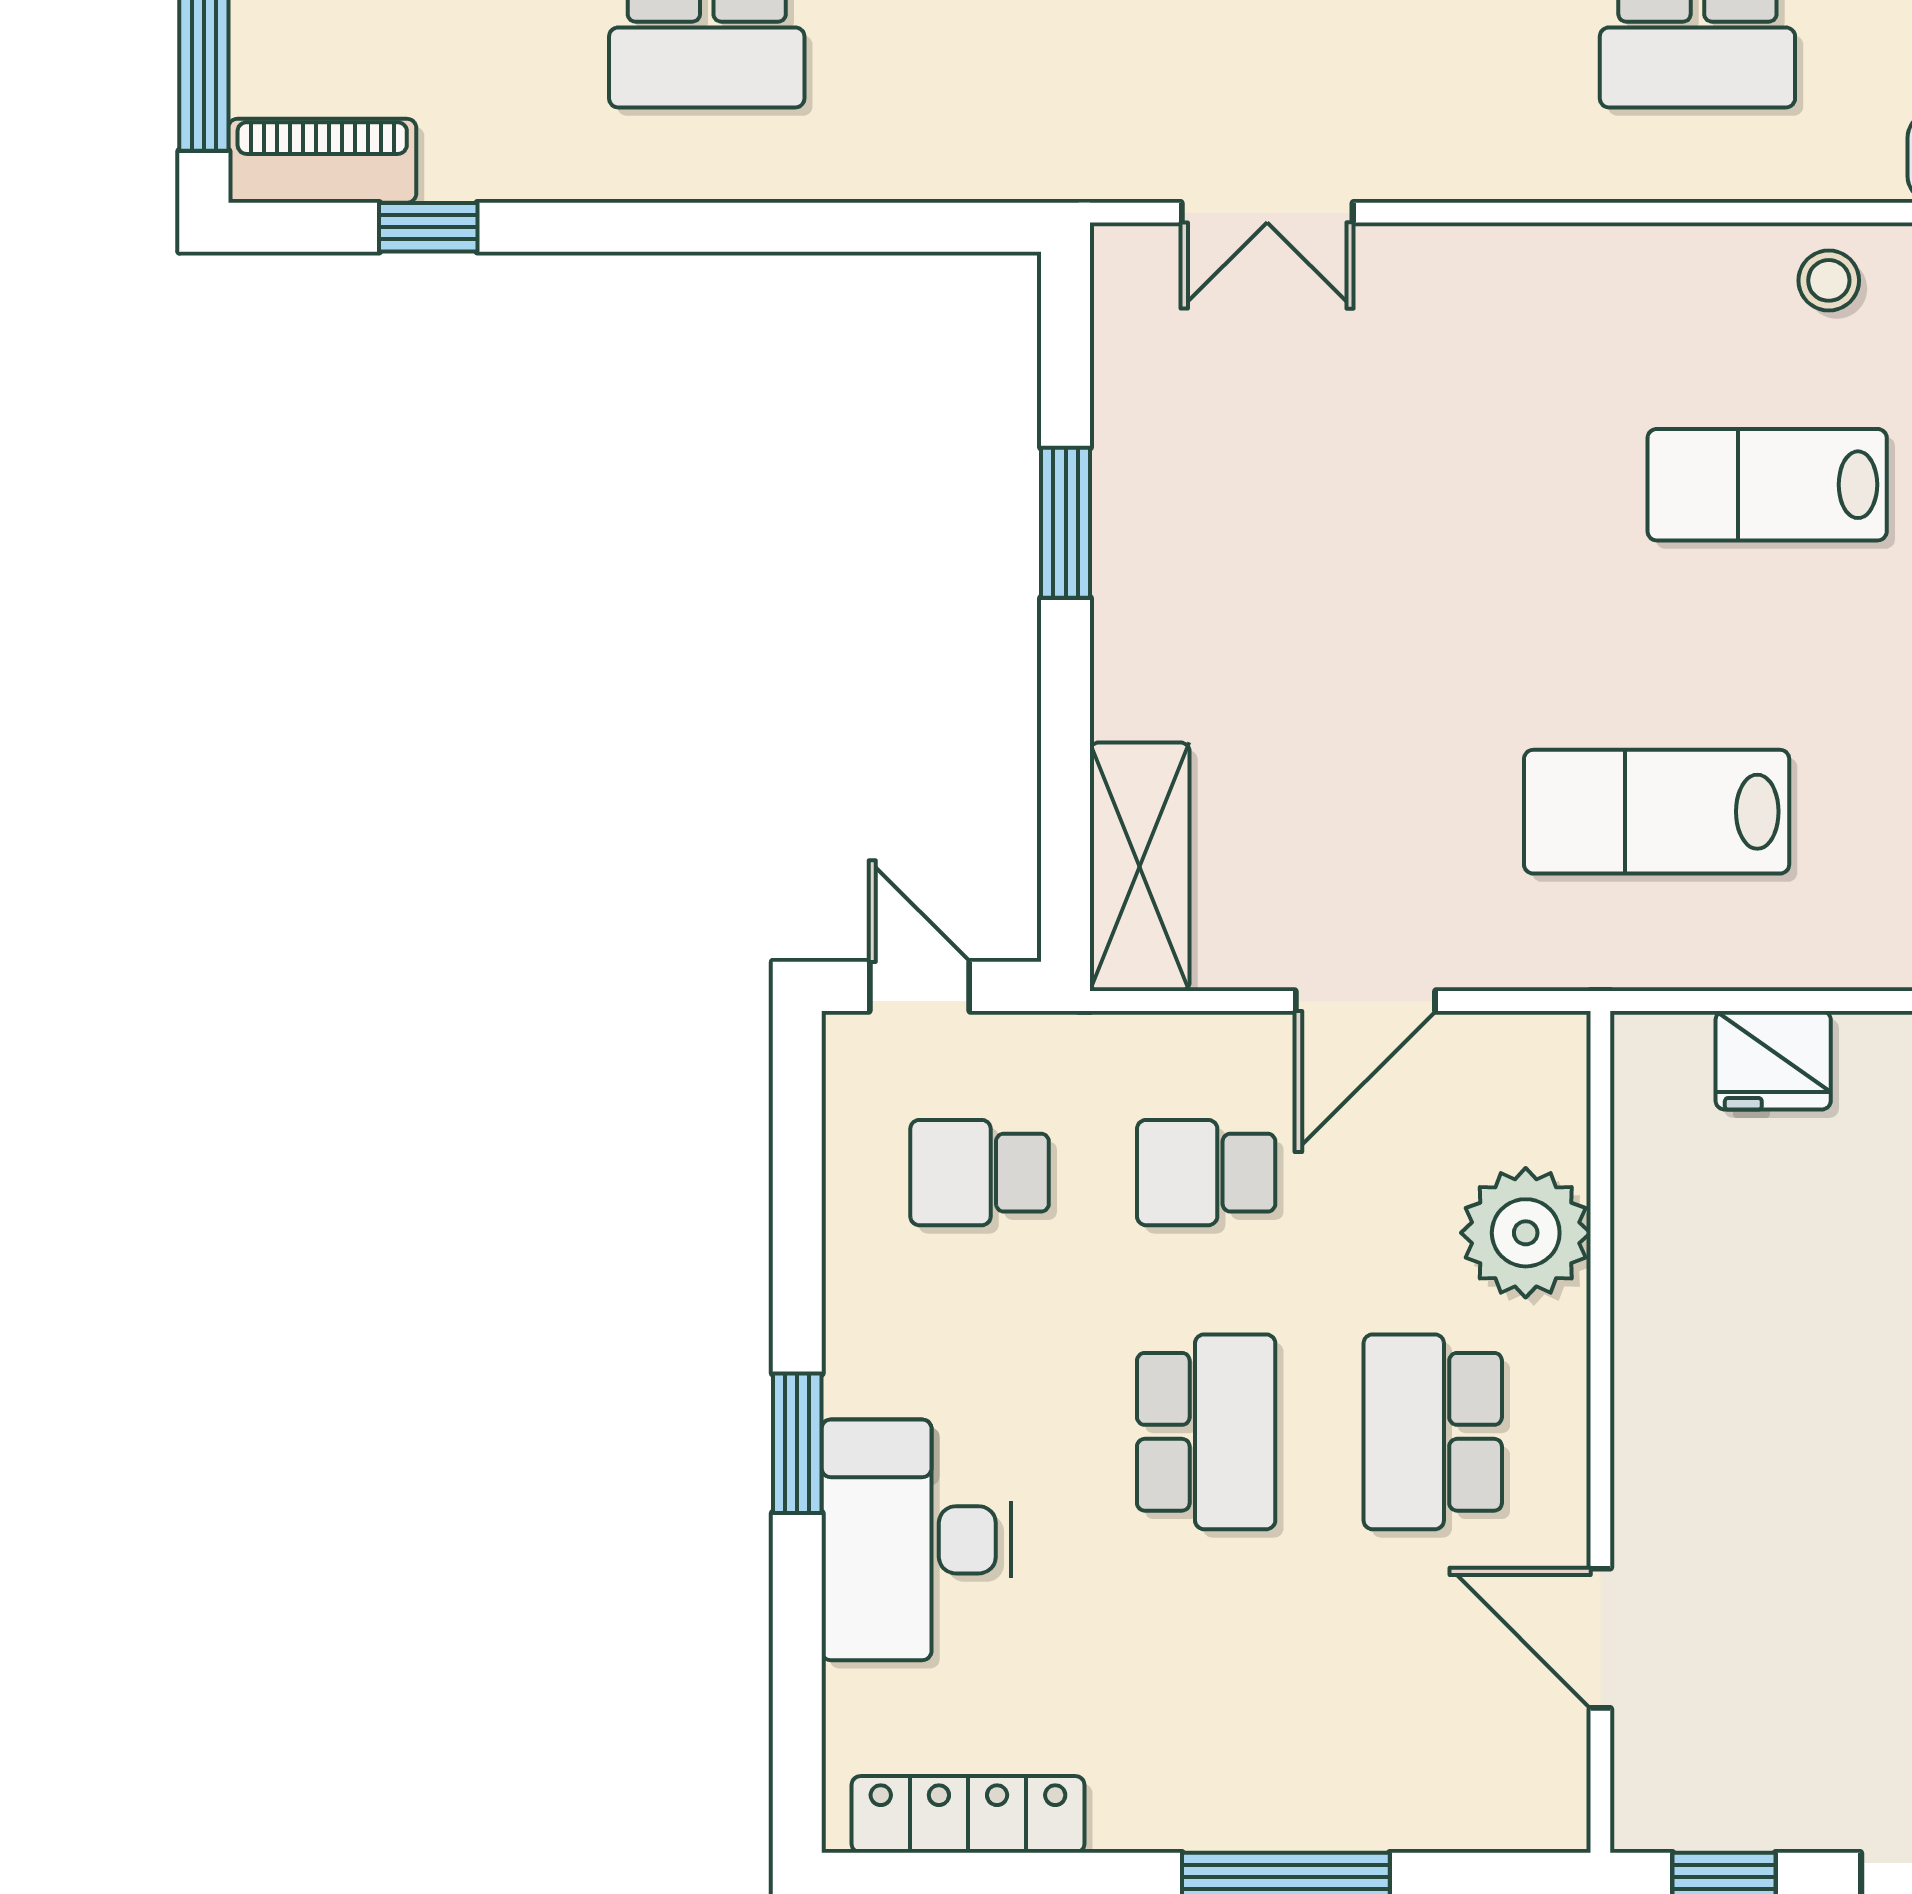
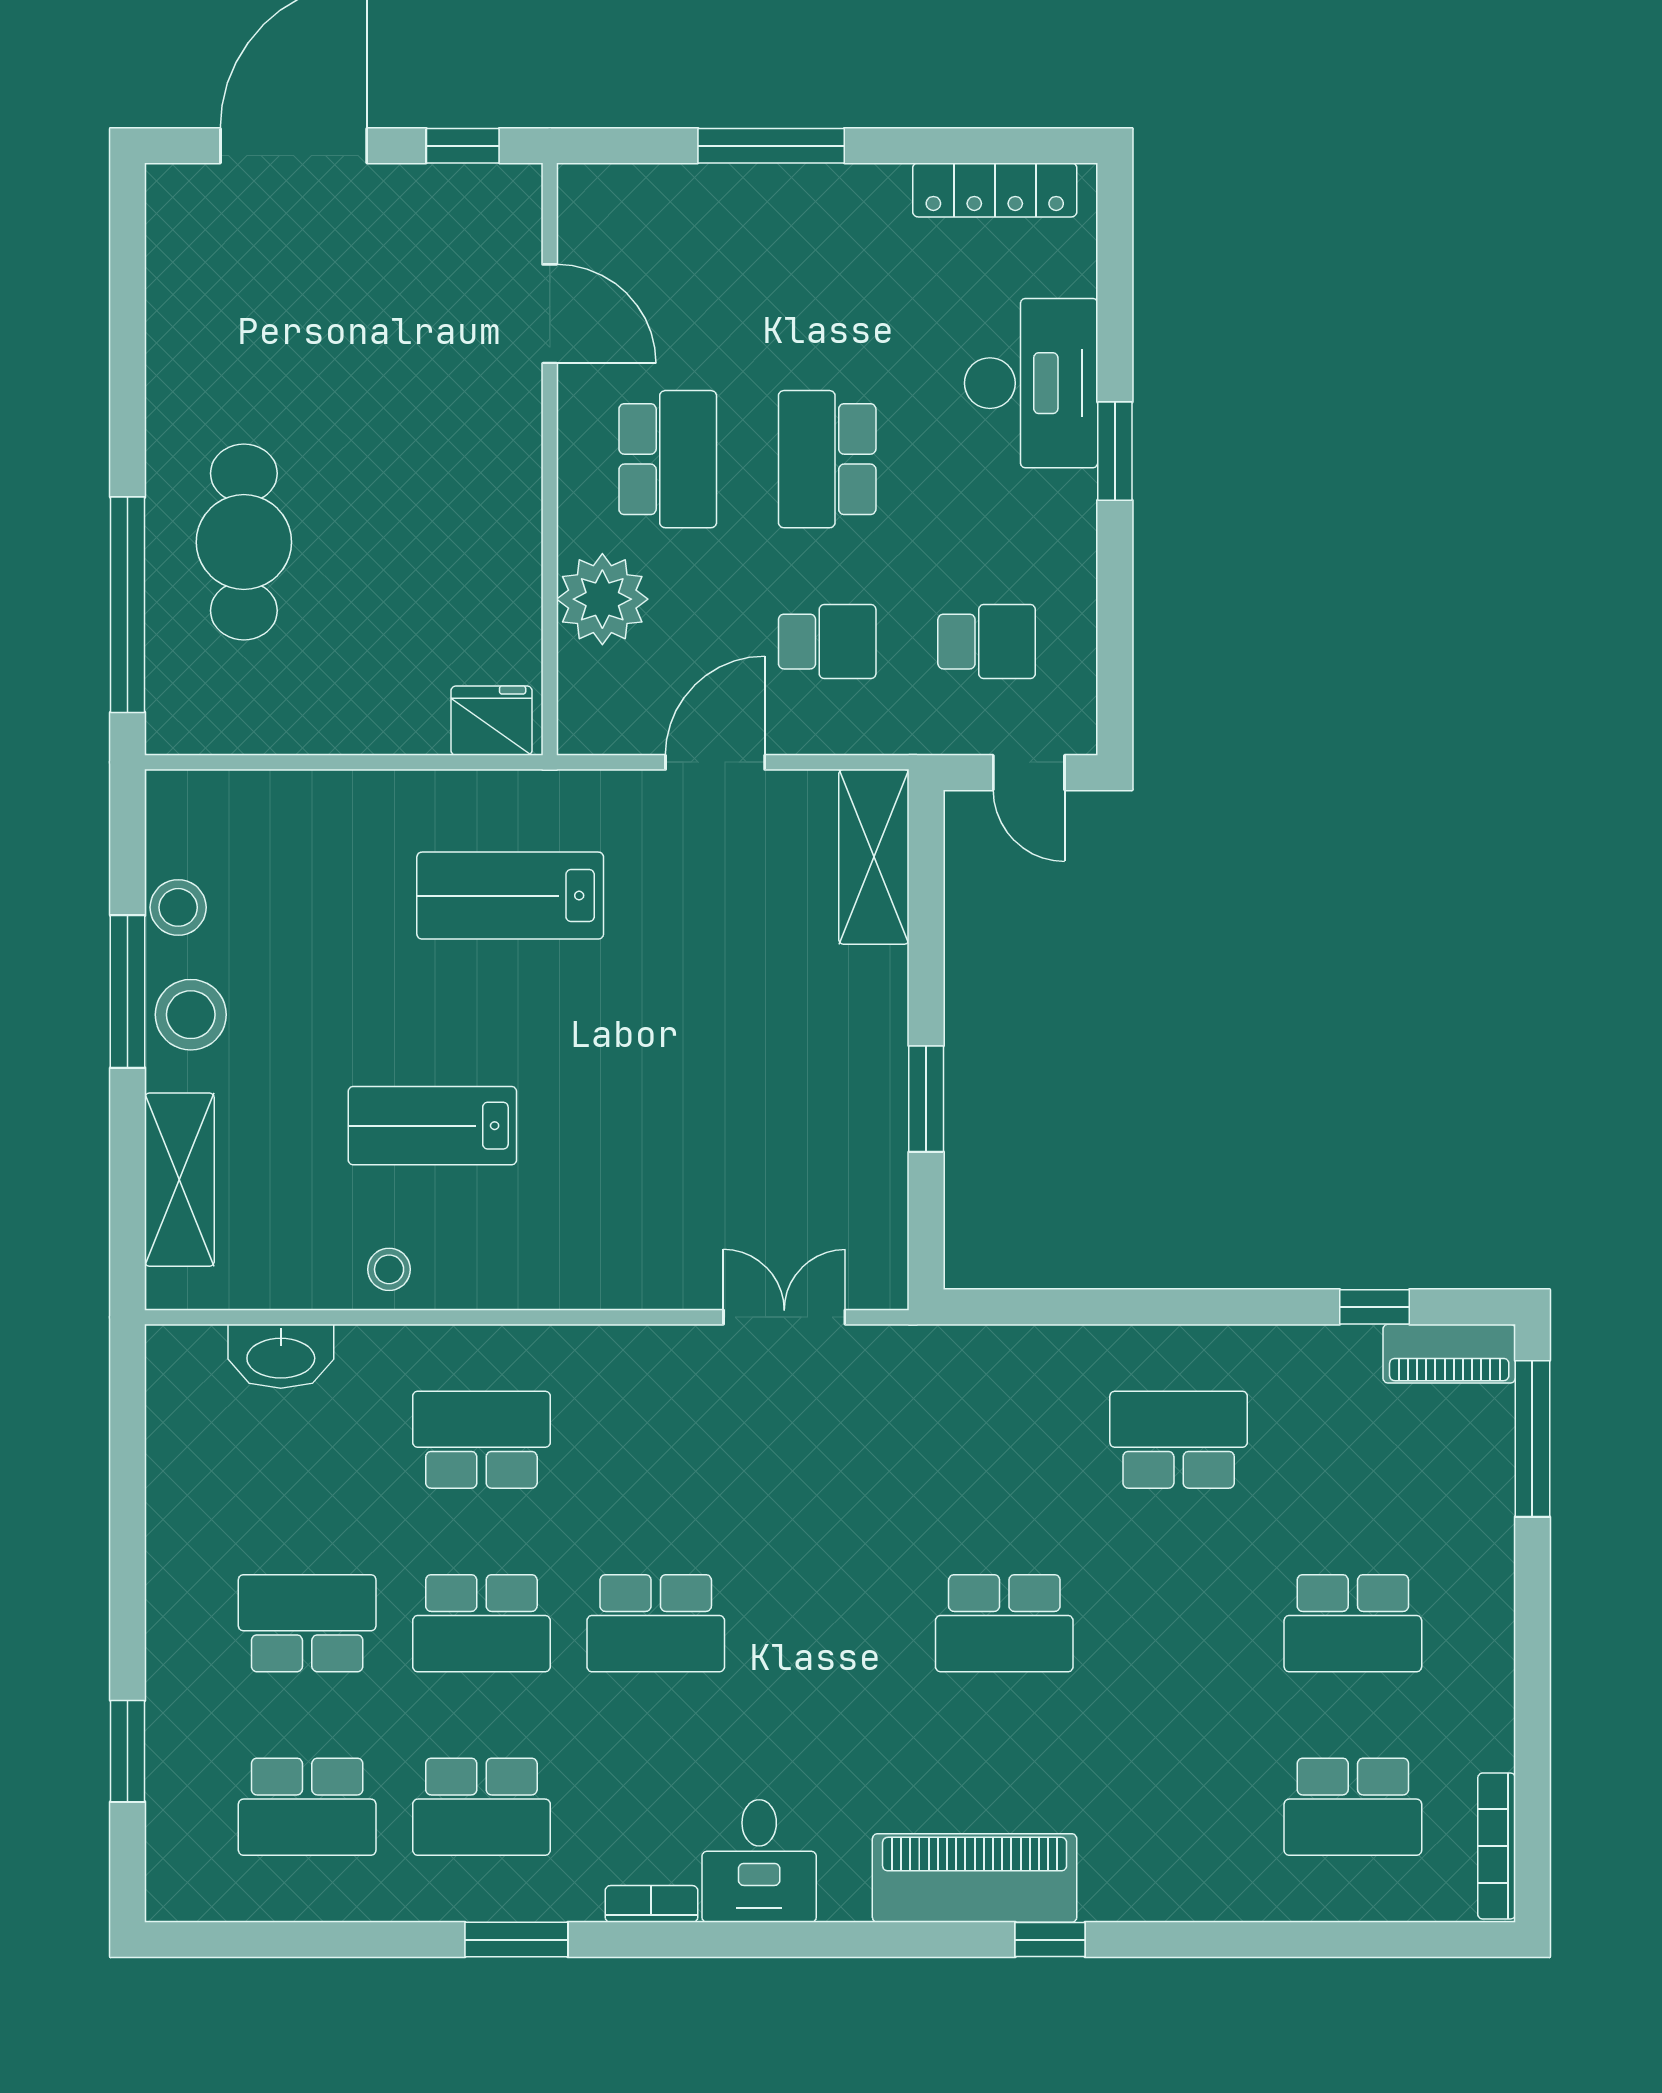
lab bench: (1767, 485) -> (432, 1126), turned 180
lab bench: (1657, 812) -> (510, 896), turned 180
fridge: (1773, 1060) -> (492, 721), moved

